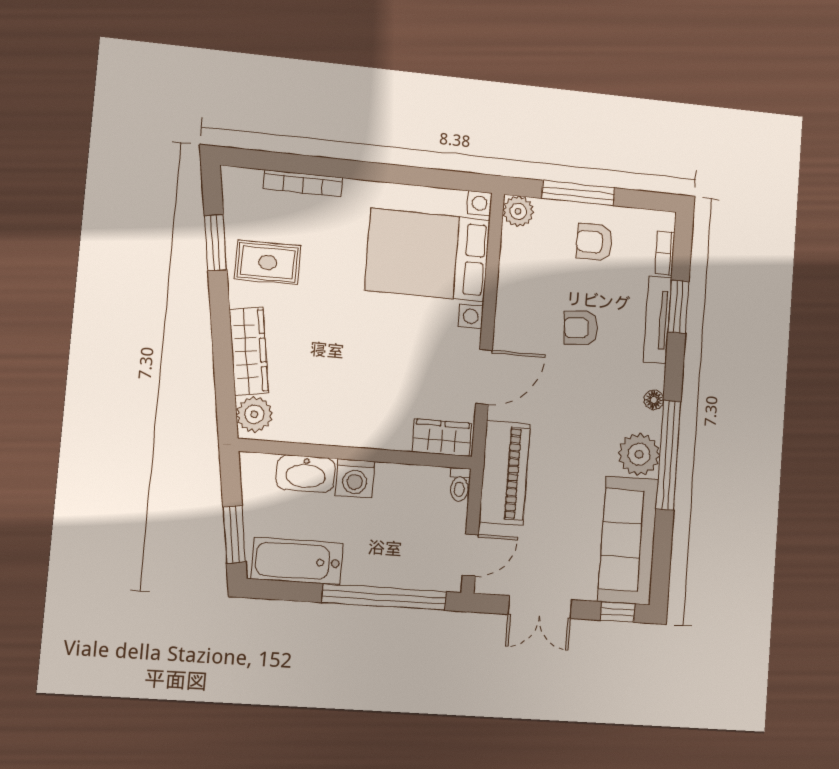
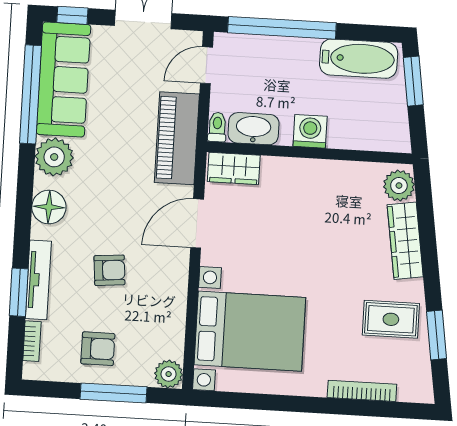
floor lamp: (654, 400) -> (49, 207), width x1.89, depth x1.89
window: (668, 455) -> (31, 94), moved
washbasin: (306, 474) -> (253, 129), moved

